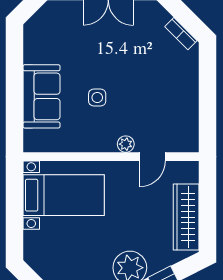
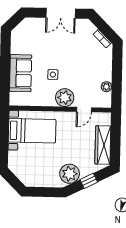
plant: (190, 116) -> (106, 87), added
plant: (126, 144) -> (65, 98), width x1.87, depth x1.87

